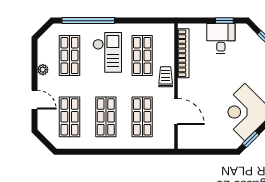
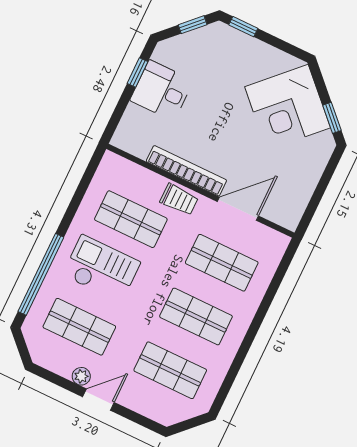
bookcase: (183, 53) -> (186, 171), moved
trolley: (166, 77) -> (179, 200), turned 180
door: (35, 100) -> (98, 400), moved

